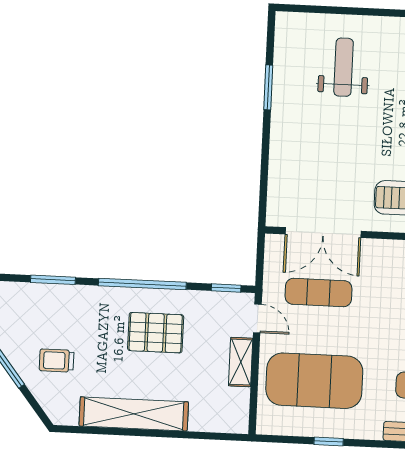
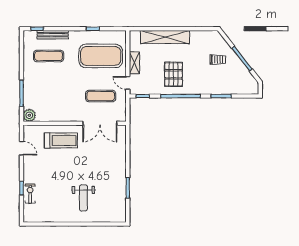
weight bench: (344, 67) -> (83, 198), moved
double door: (323, 233) -> (100, 123), swing flipped
pallet: (156, 333) -> (174, 74), turned 90
shelving: (134, 414) -> (165, 37), moved

